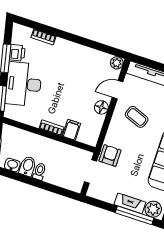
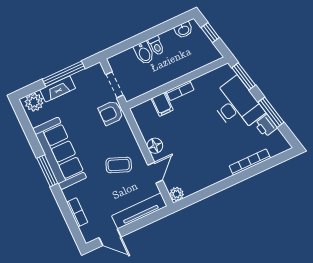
bookcase: (43, 37) -> (250, 162), width x1.56
armchair: (110, 155) -> (111, 113), turned 90
bidet: (28, 166) -> (144, 53), moved
window: (135, 215) -> (64, 74), moved

